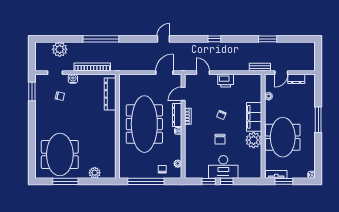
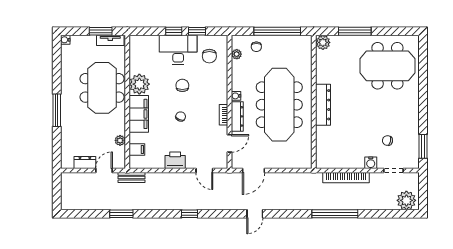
plant: (60, 49) -> (406, 200), moved
filing cabinet: (255, 89) -> (137, 149), added
dresser: (110, 94) -> (323, 105), moved
meeting table: (60, 154) -> (387, 66), turned 90
chair: (199, 162) -> (209, 56), added
plant: (95, 173) -> (323, 42), moved
window: (65, 181) -> (355, 31), moved

